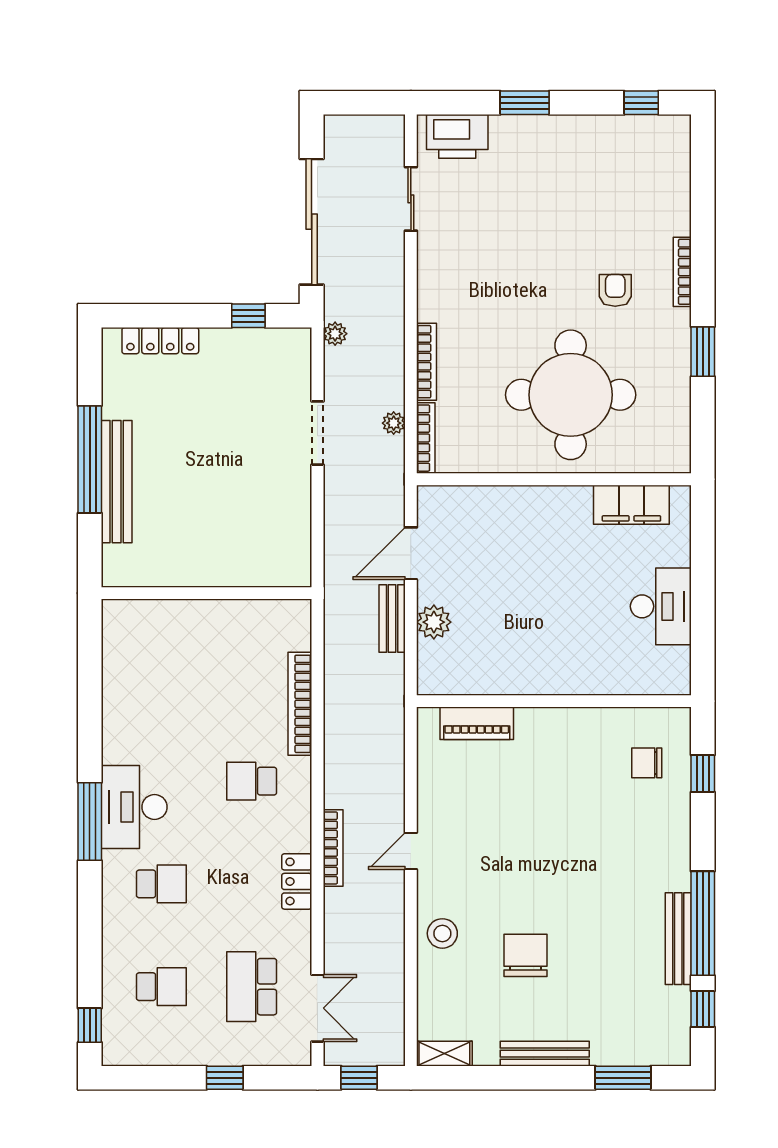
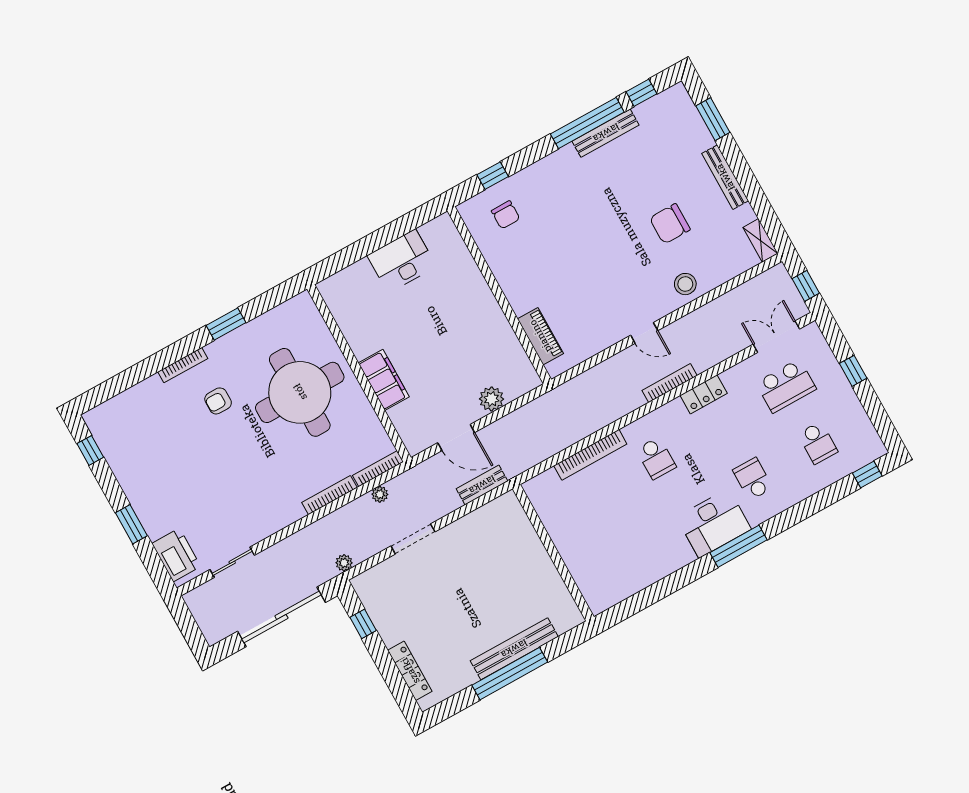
filing cabinet: (631, 505) -> (384, 380), moved
bench: (392, 618) -> (482, 485), moved
school desk: (161, 987) -> (818, 443), turned 180

